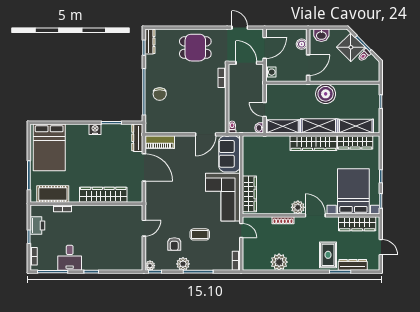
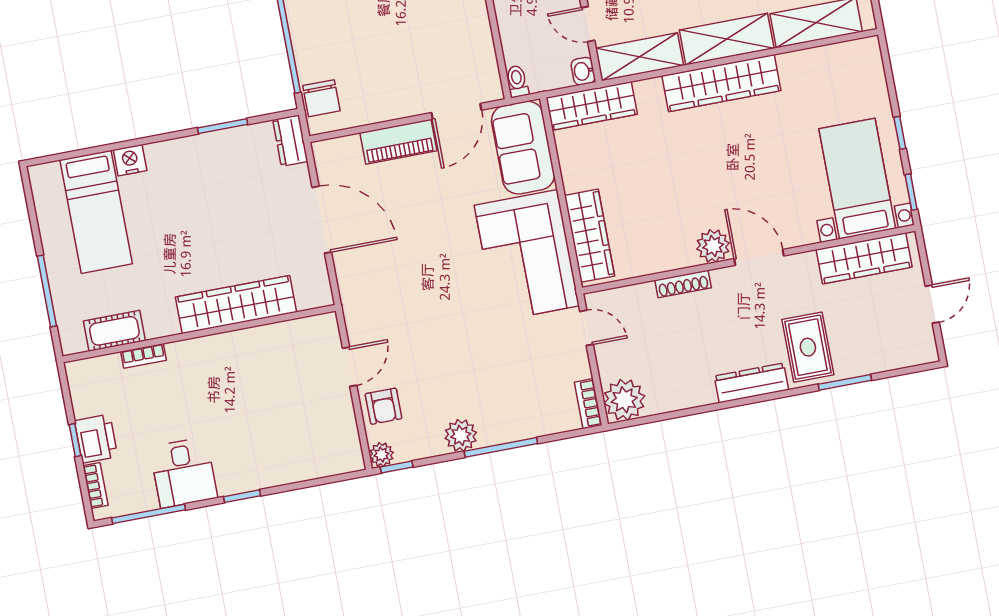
chair: (160, 94) -> (321, 98), moved
nightstand: (95, 129) -> (130, 160), moved
dresser: (137, 138) -> (290, 141), width x0.70
piano: (160, 142) -> (398, 142), moved
wardrobe: (355, 142) -> (592, 106), moved
bed: (49, 147) -> (96, 212), width x0.67
bed with nightstands: (353, 191) -> (857, 179), width x0.73
cot: (53, 194) -> (114, 331), width x0.73, depth x0.75
printer: (37, 226) -> (96, 439), moved
coffee table: (200, 234) -> (488, 356), removed
armchair: (174, 244) -> (383, 406), moved
door: (381, 247) -> (932, 304), hinge flipped
plant: (279, 262) -> (624, 400), moved
dresser: (353, 265) -> (751, 383), moved

